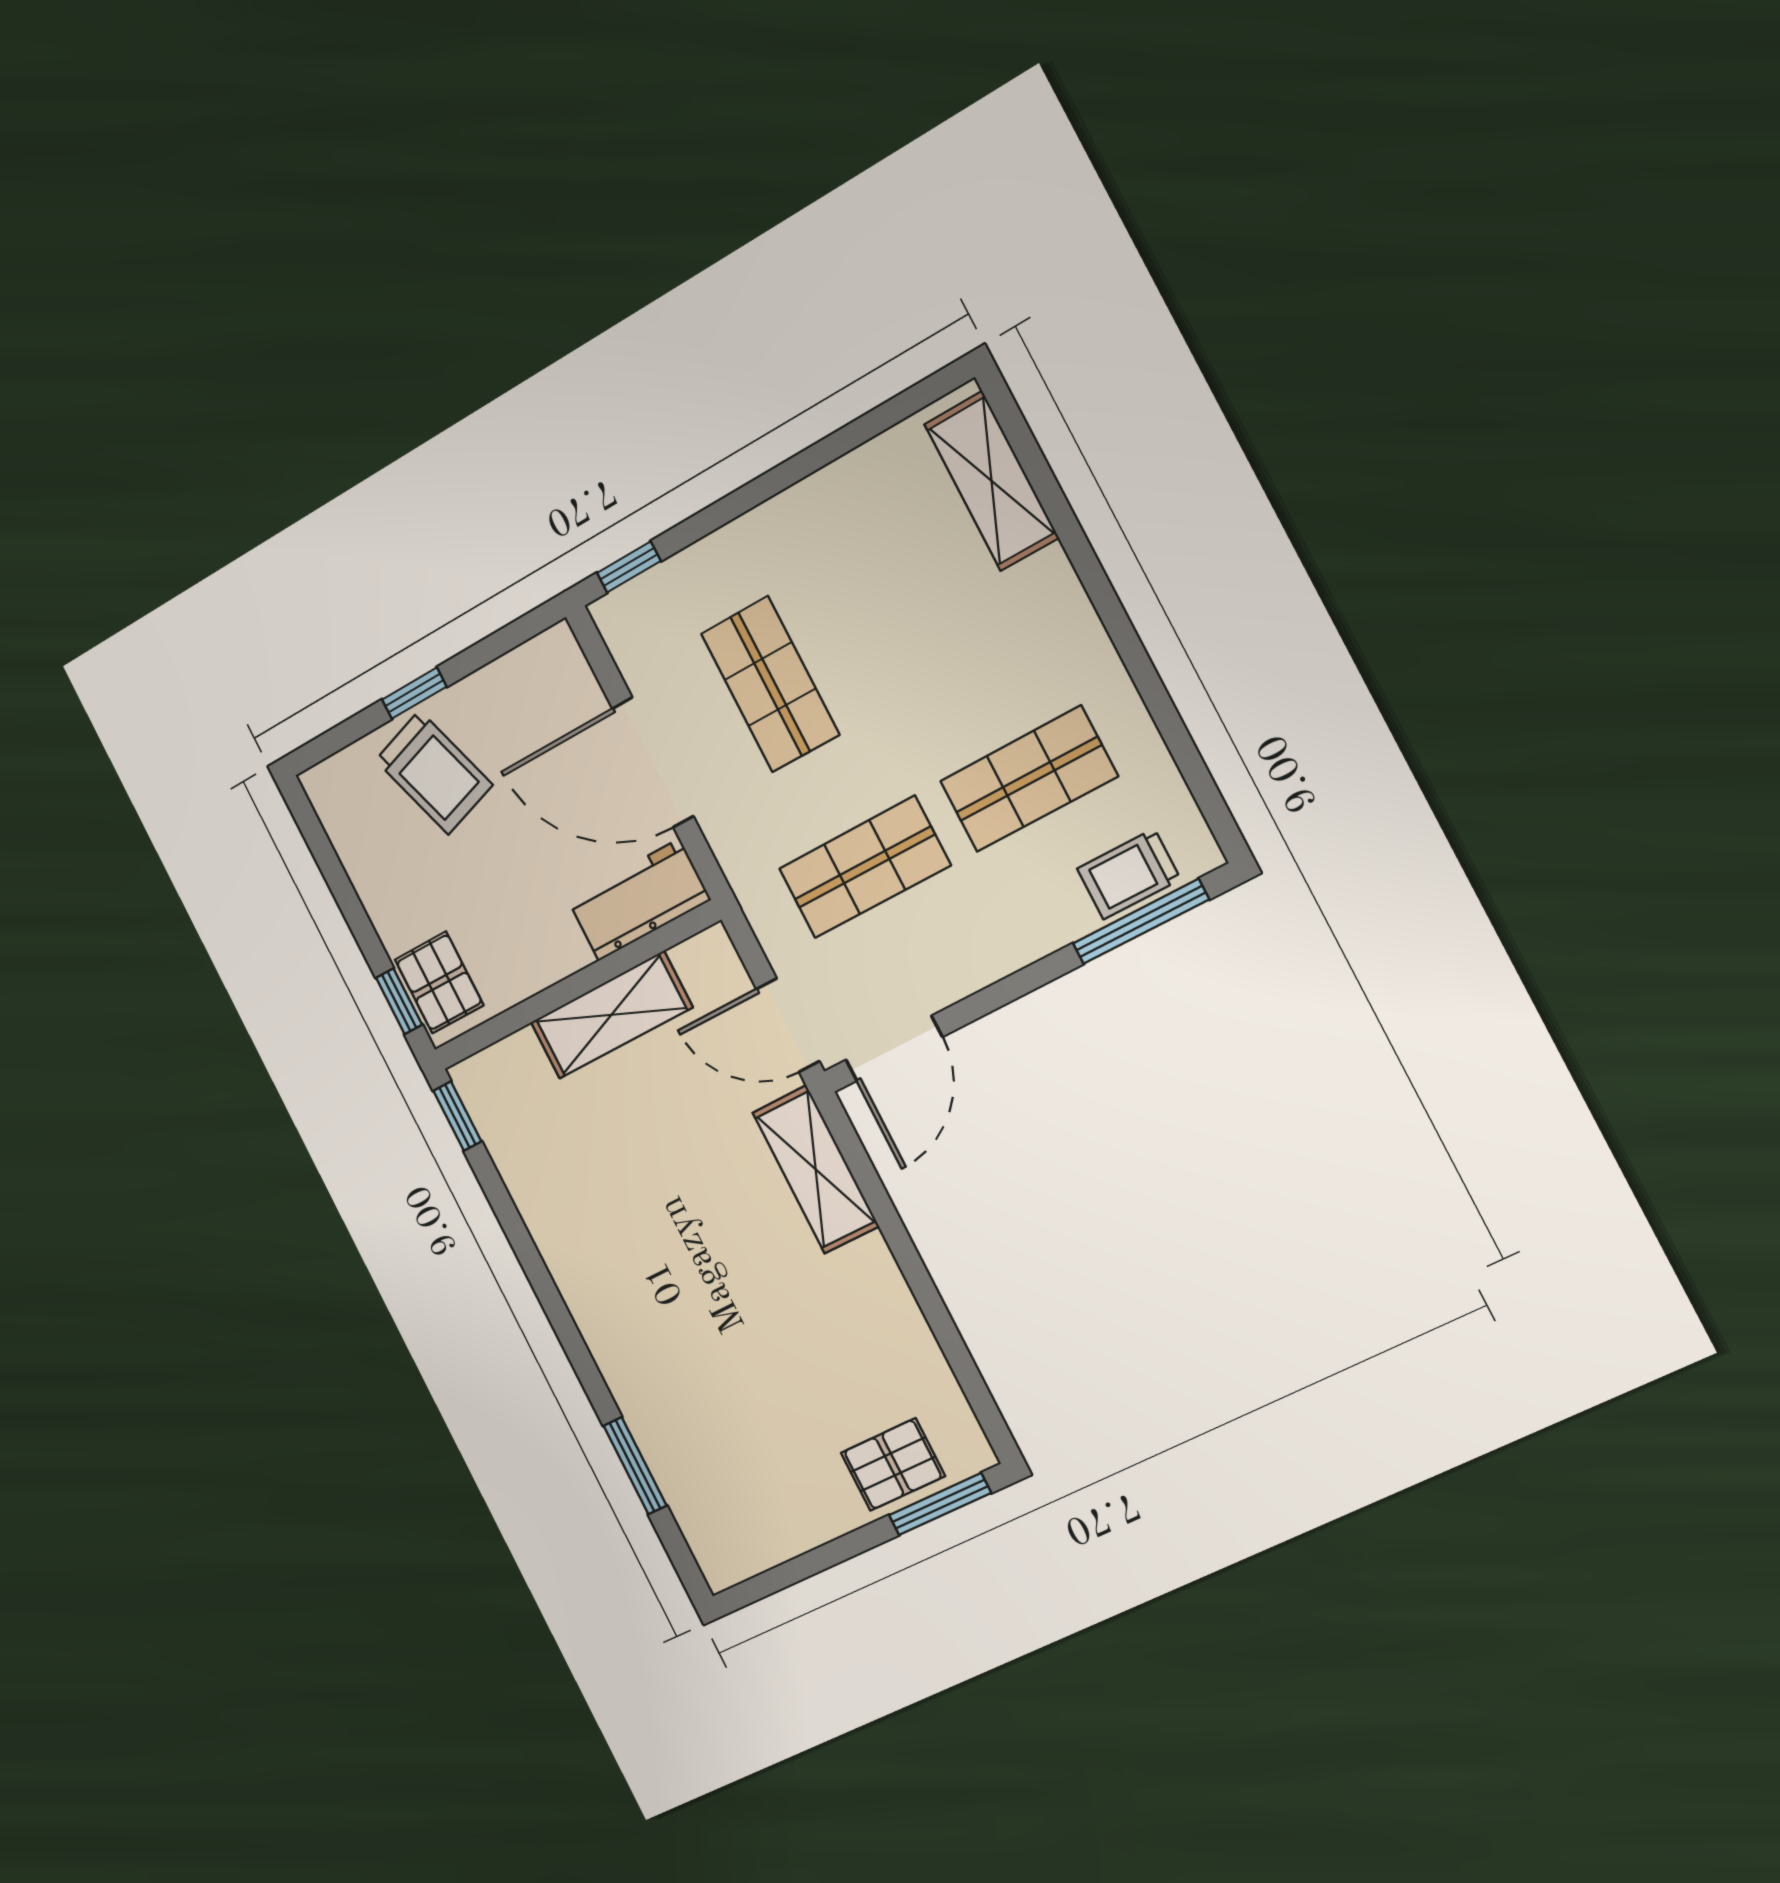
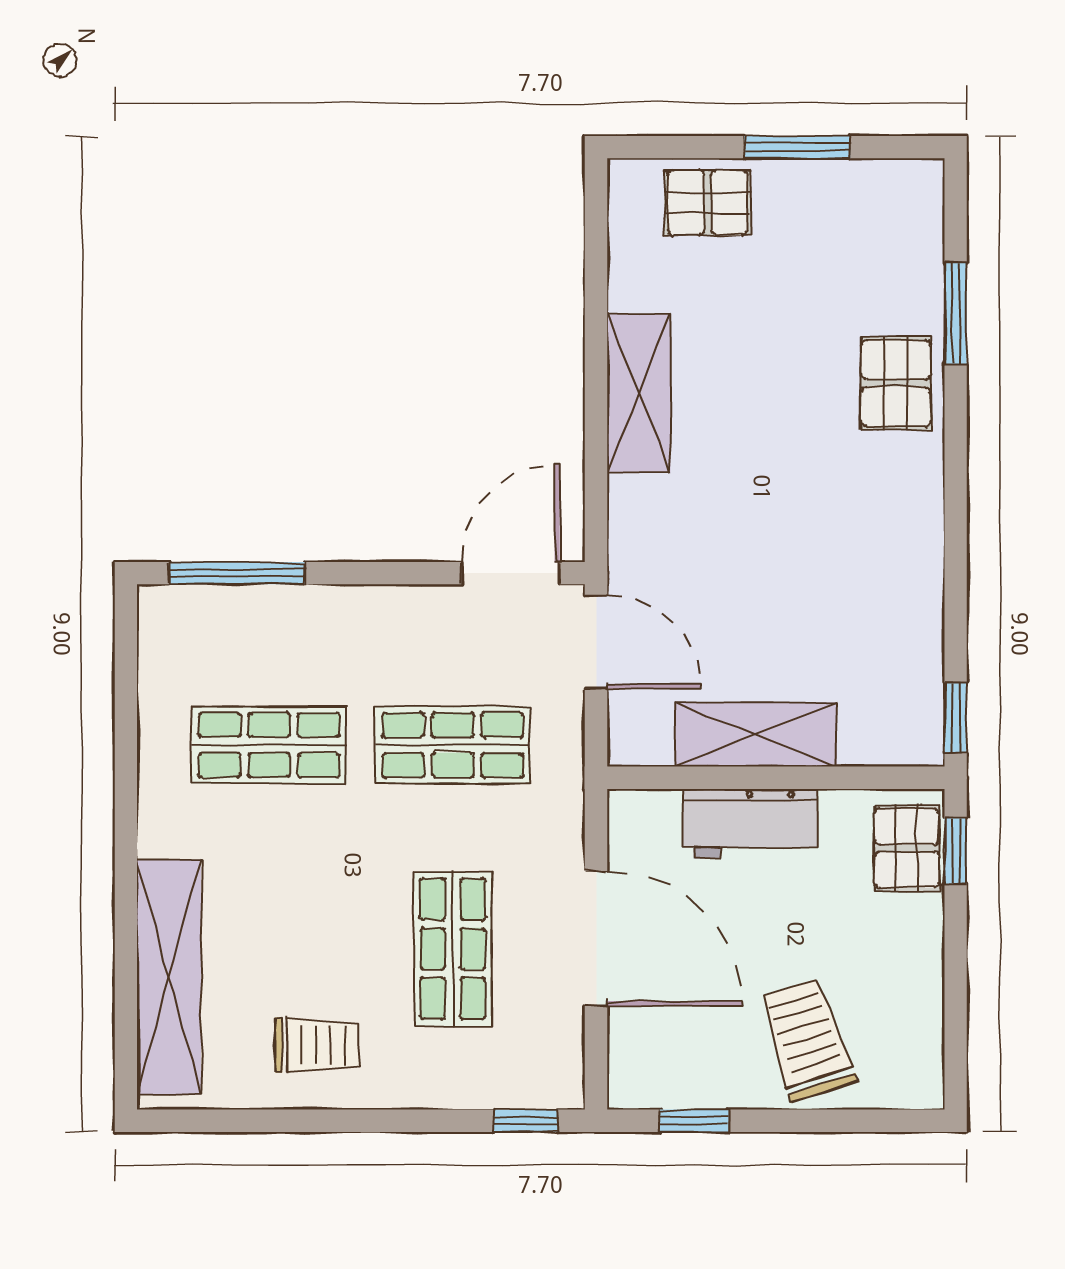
shelving: (991, 481) -> (169, 977), width x1.47
window: (414, 693) -> (694, 1121), moved
trolley: (1129, 874) -> (317, 1045), moved
workbench: (639, 900) -> (750, 824), moved
shelving: (816, 1169) -> (639, 394), moved
pallet: (653, 1381) -> (896, 383), added
window: (940, 1504) -> (797, 147), moved

